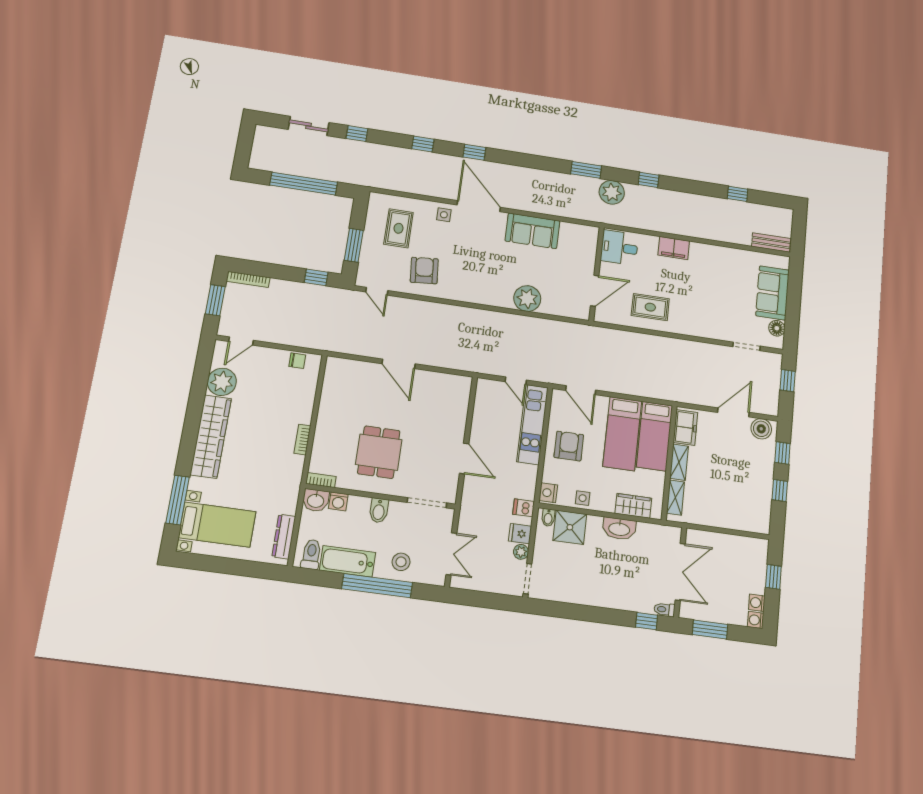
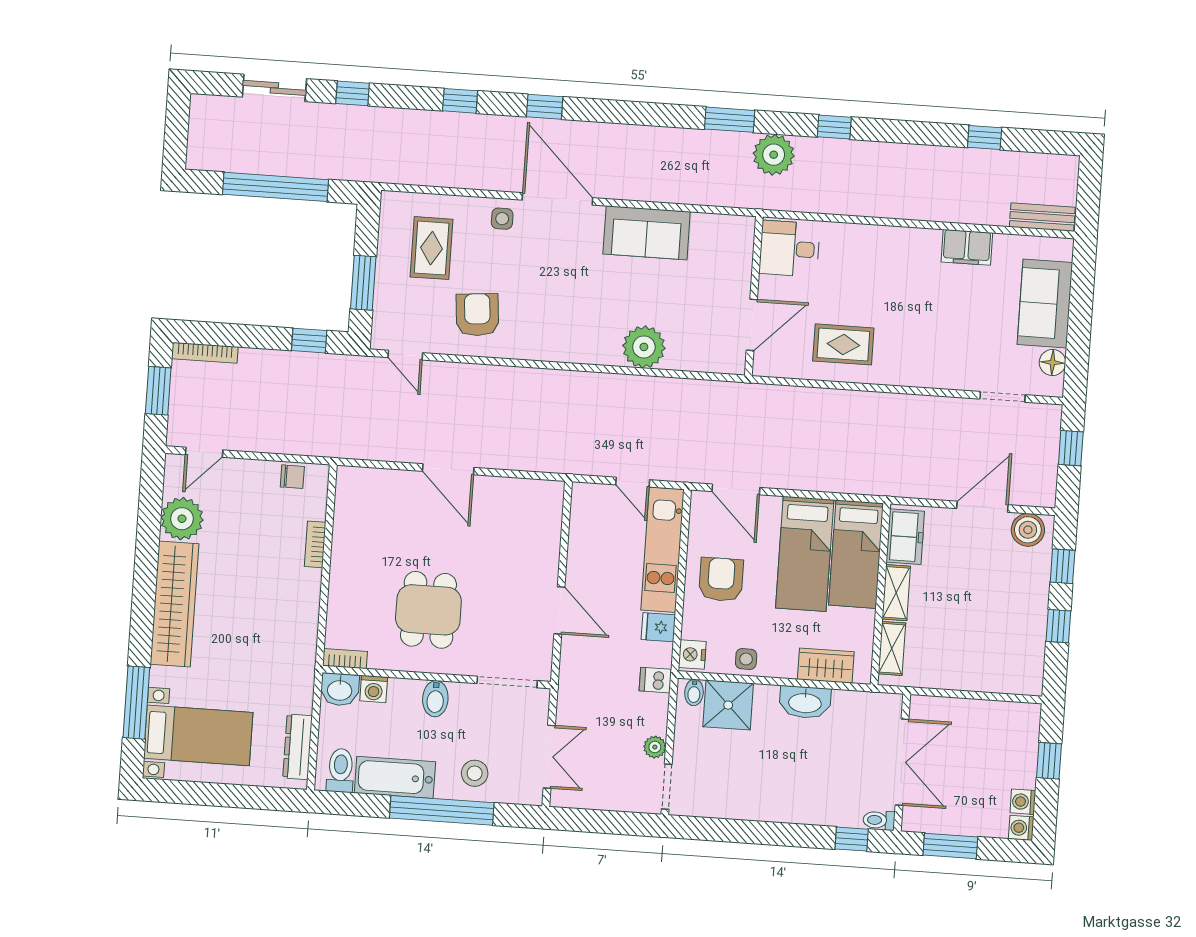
filing cabinet: (674, 248) -> (967, 247), moved
bookcase: (302, 440) -> (315, 544), moved
fridge: (520, 534) -> (658, 627), moved

